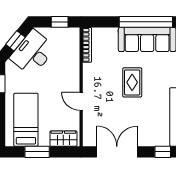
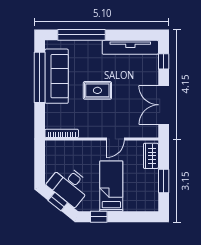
window: (60, 22) -> (40, 159), removed
bed: (26, 120) -> (111, 186), moved, turned 90

